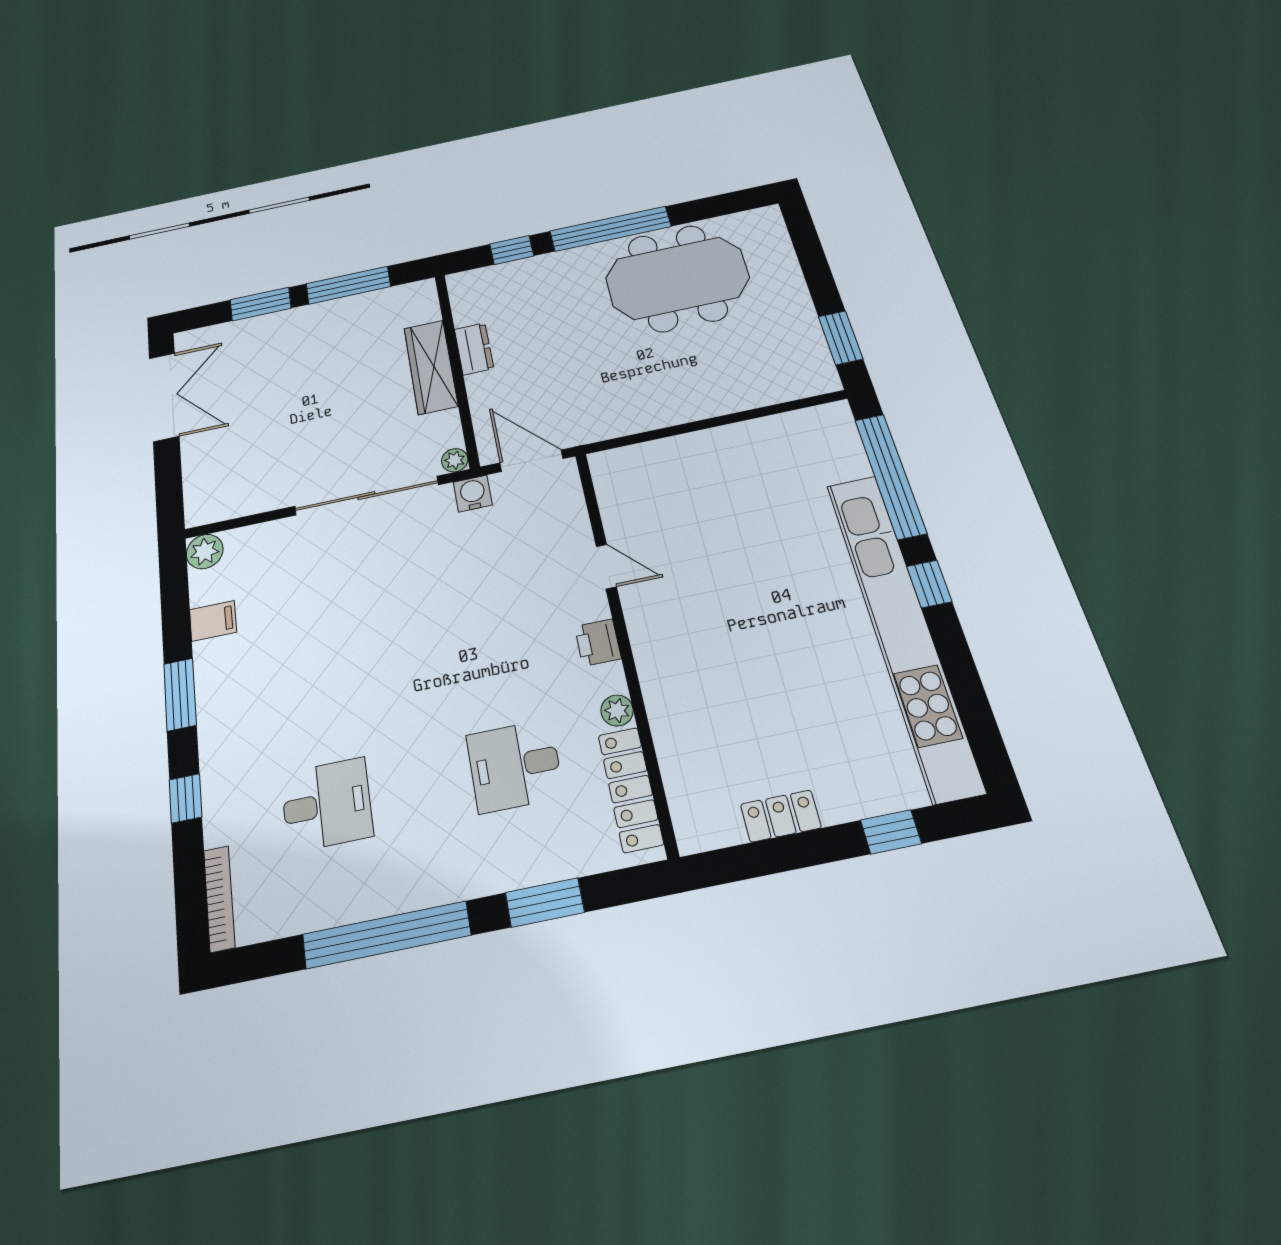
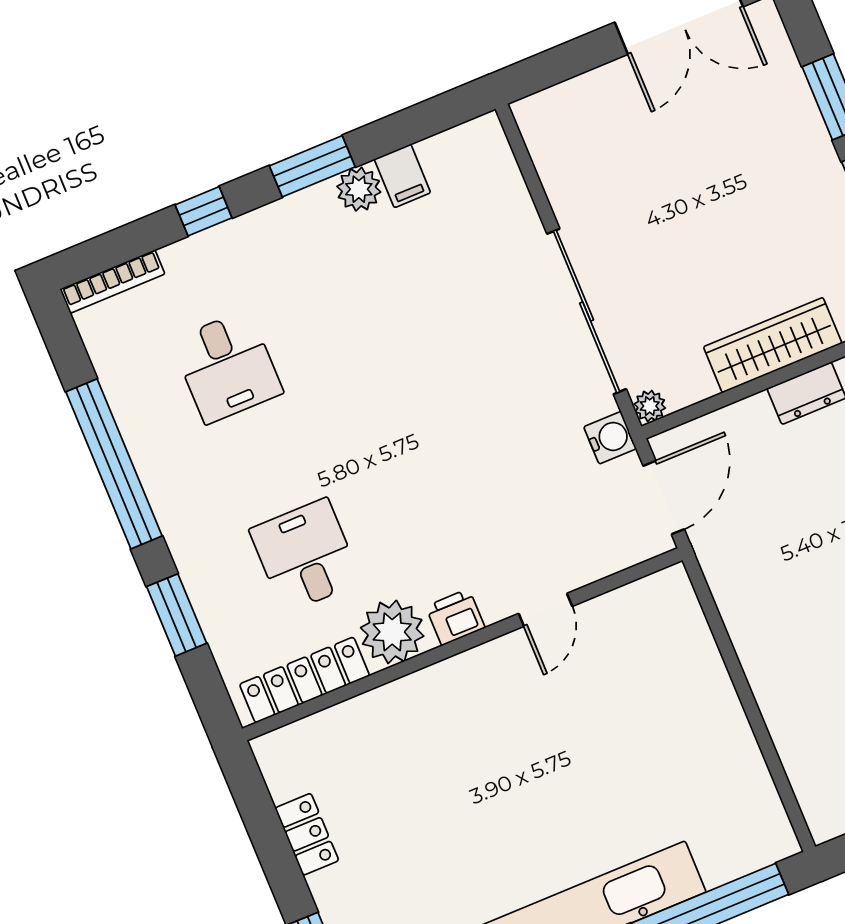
plant: (205, 552) -> (359, 189), moved
plant: (617, 711) -> (392, 632), width x1.87, depth x1.87

